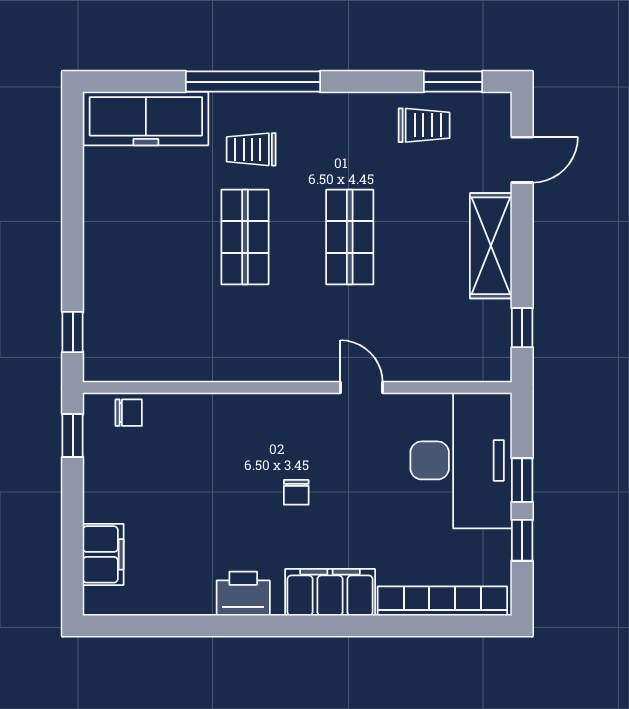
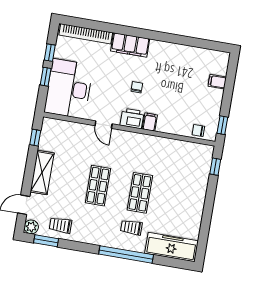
plant: (495, 109) -> (31, 227), added
trolley: (251, 149) -> (131, 227), turned 180
filing cabinet: (250, 413) -> (150, 122), added
filing cabinet: (103, 554) -> (217, 82), width x0.50
printer: (243, 594) -> (132, 118), moved, turned 180

